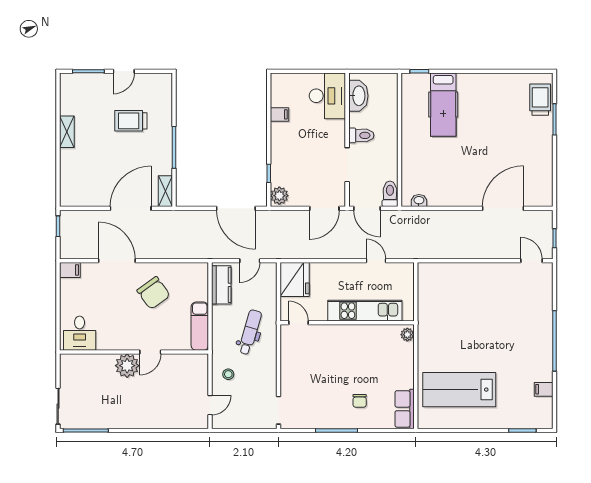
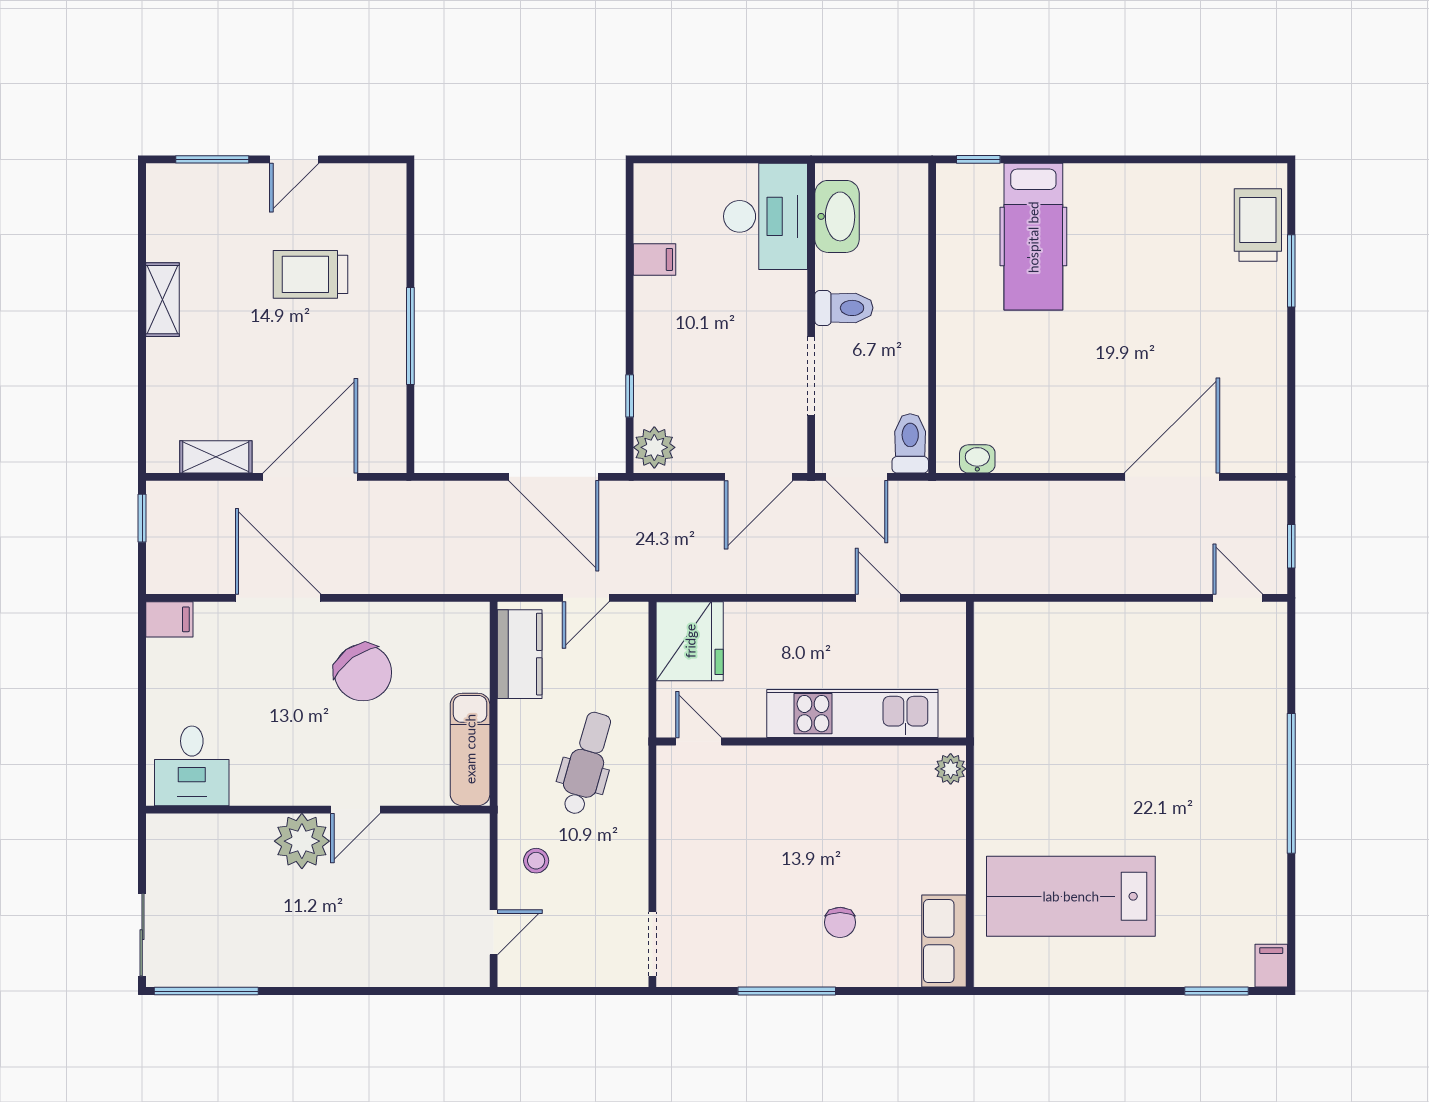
shelving: (165, 191) -> (216, 457), moved, turned 90
filing cabinet: (544, 389) -> (1271, 966), moved, turned 90

